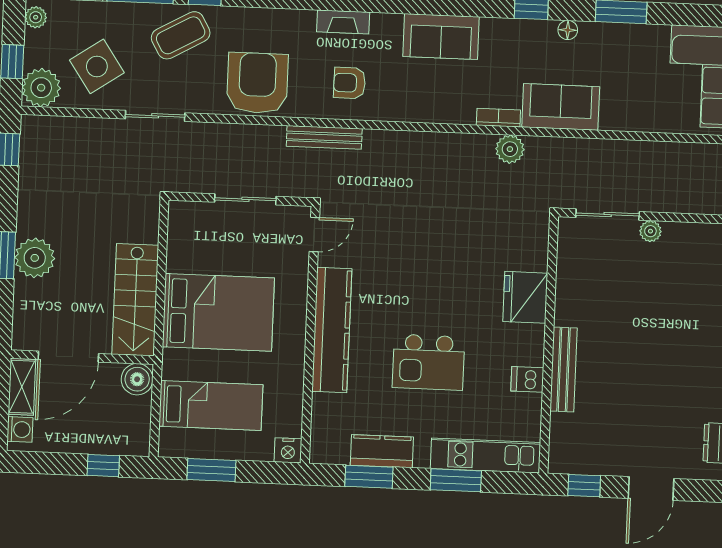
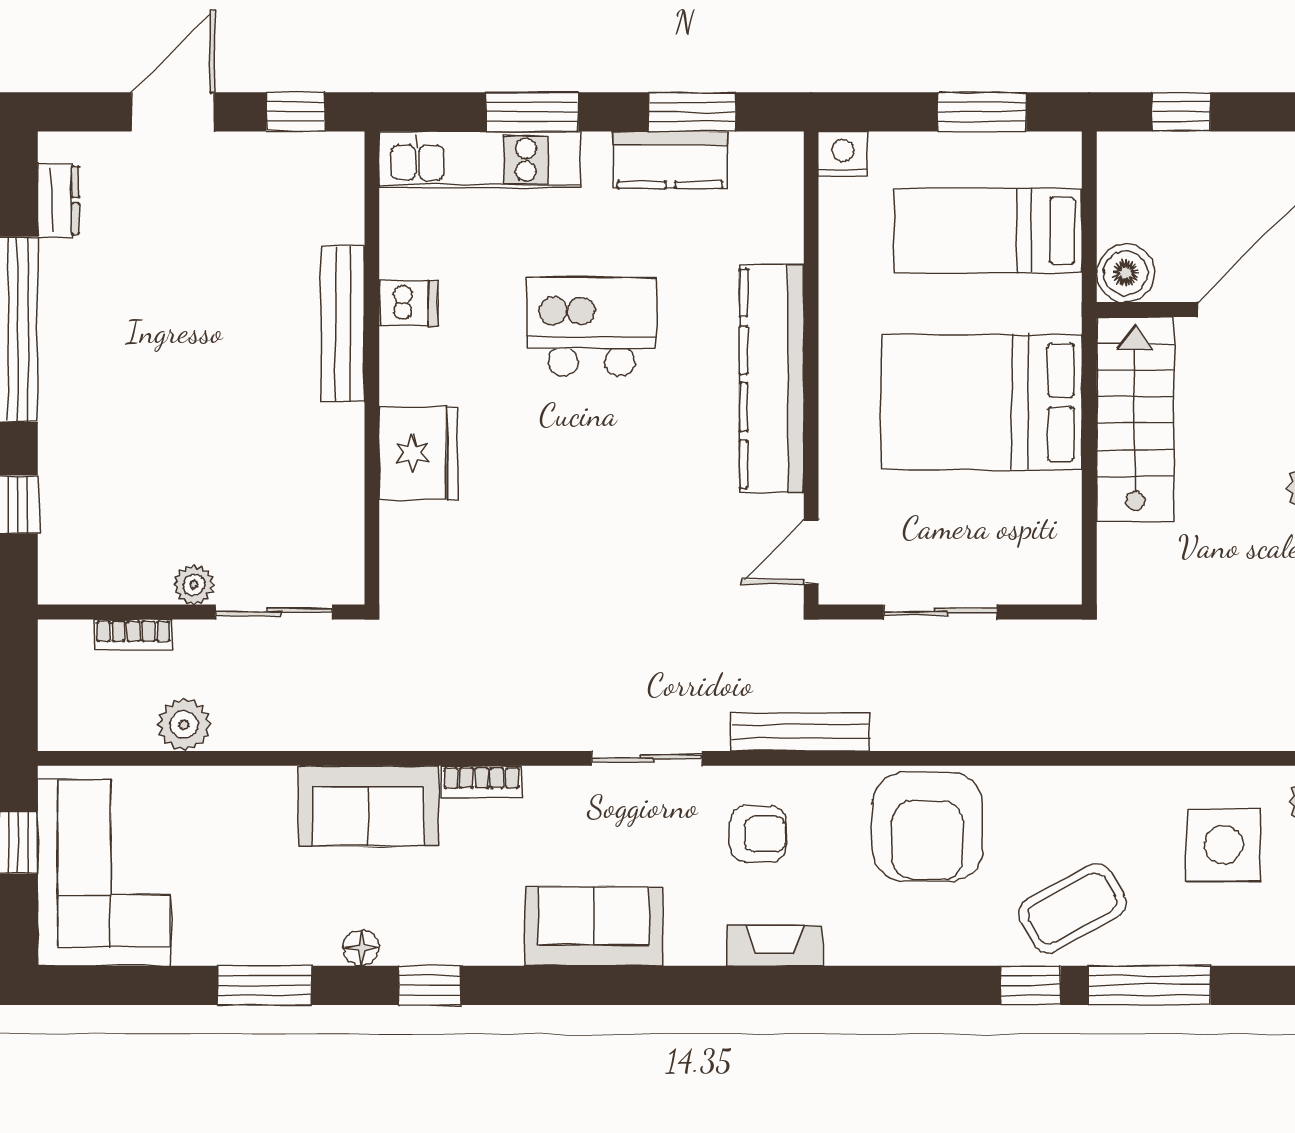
side table: (97, 66) -> (1224, 845), turned 34
sliding door: (155, 116) -> (647, 758), moved
plant: (510, 149) -> (184, 725), moved
bookcase: (684, 205) -> (133, 635), added

